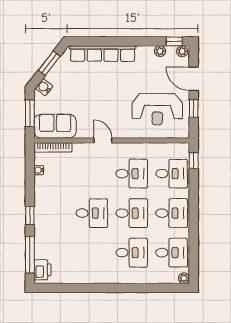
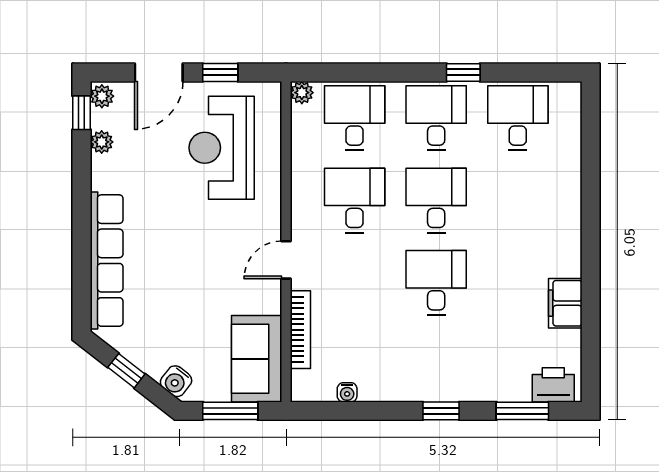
window: (49, 63) -> (126, 371), width x0.67
reception desk: (157, 109) -> (222, 148), turned 180
bookcase: (53, 147) -> (300, 330), moved
window: (194, 161) -> (463, 72), moved
desk: (132, 253) -> (518, 200), removed
window: (30, 255) -> (522, 411), width x0.69
filing cabinet: (82, 276) -> (565, 303), added
plant: (184, 278) -> (302, 93), moved

